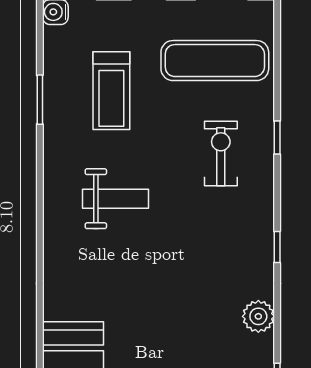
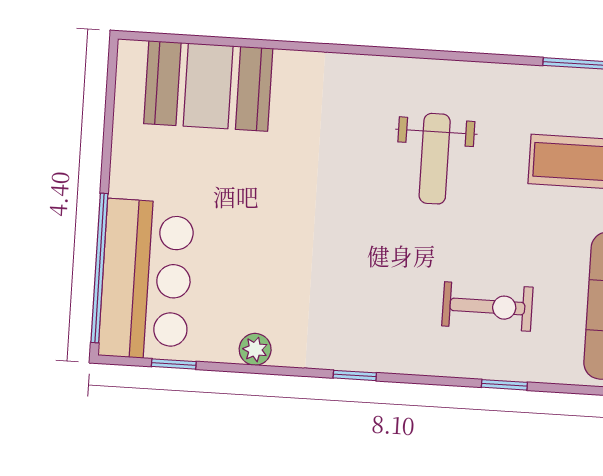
plant: (258, 316) -> (255, 349), width x0.73, depth x0.73

